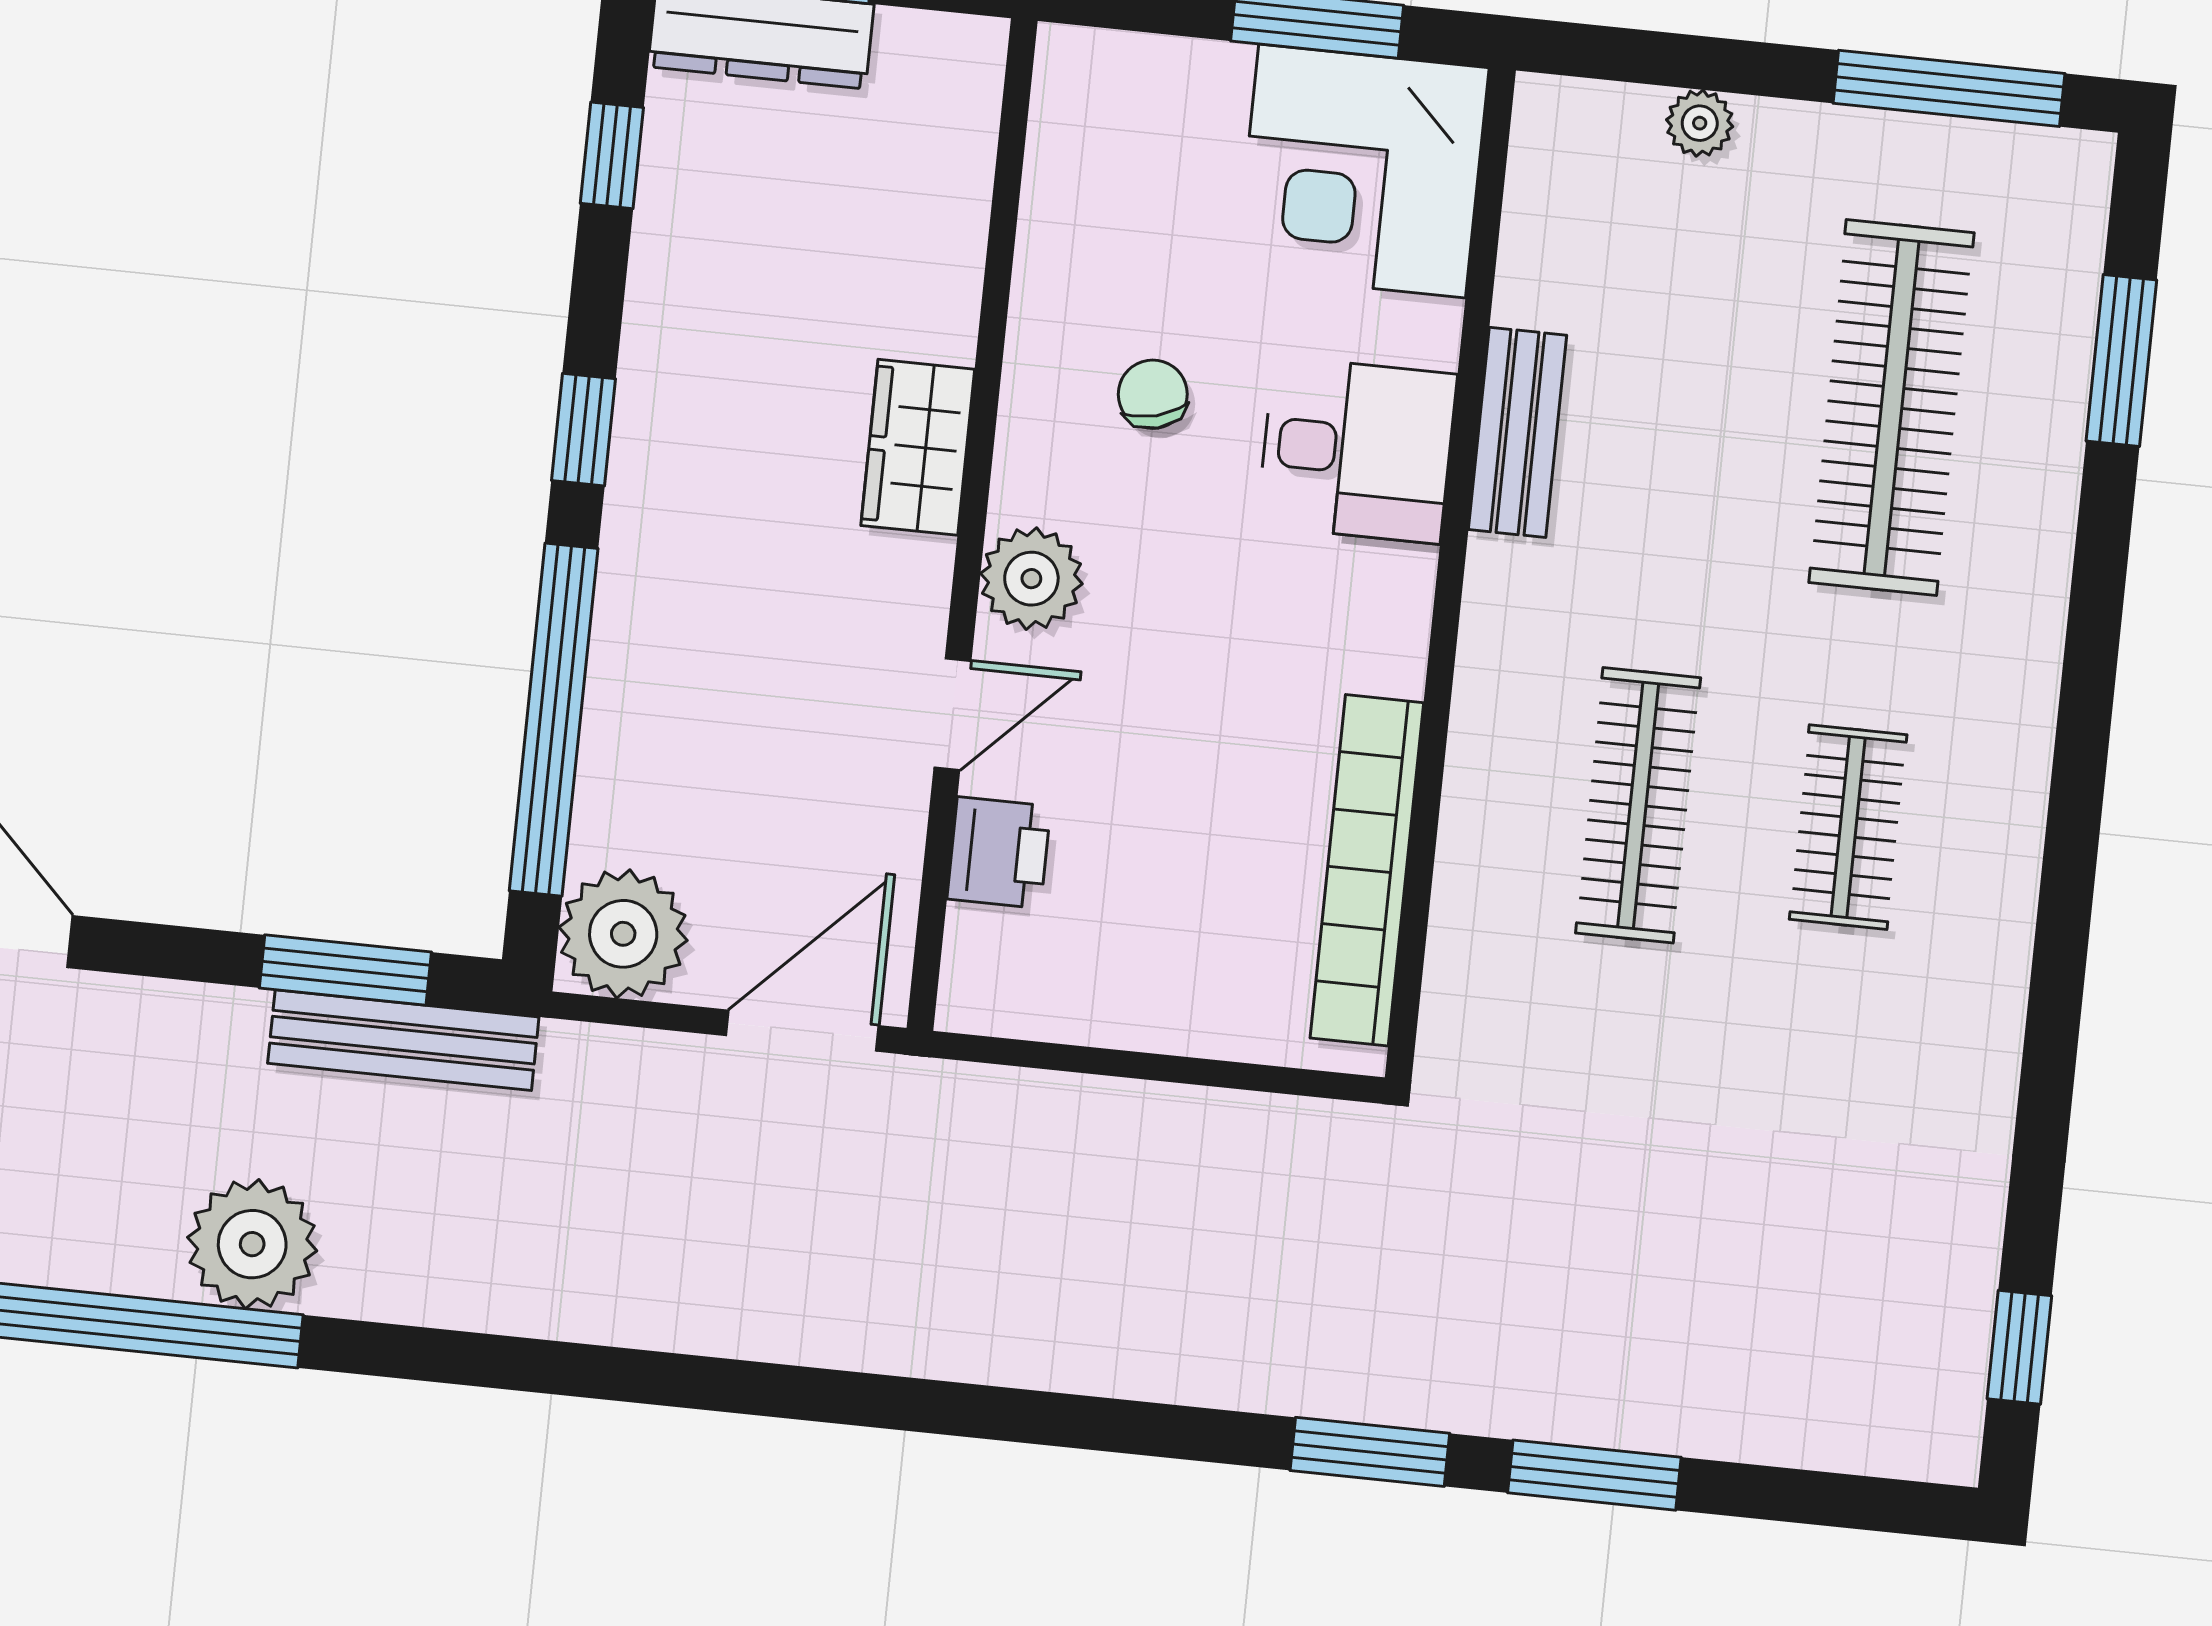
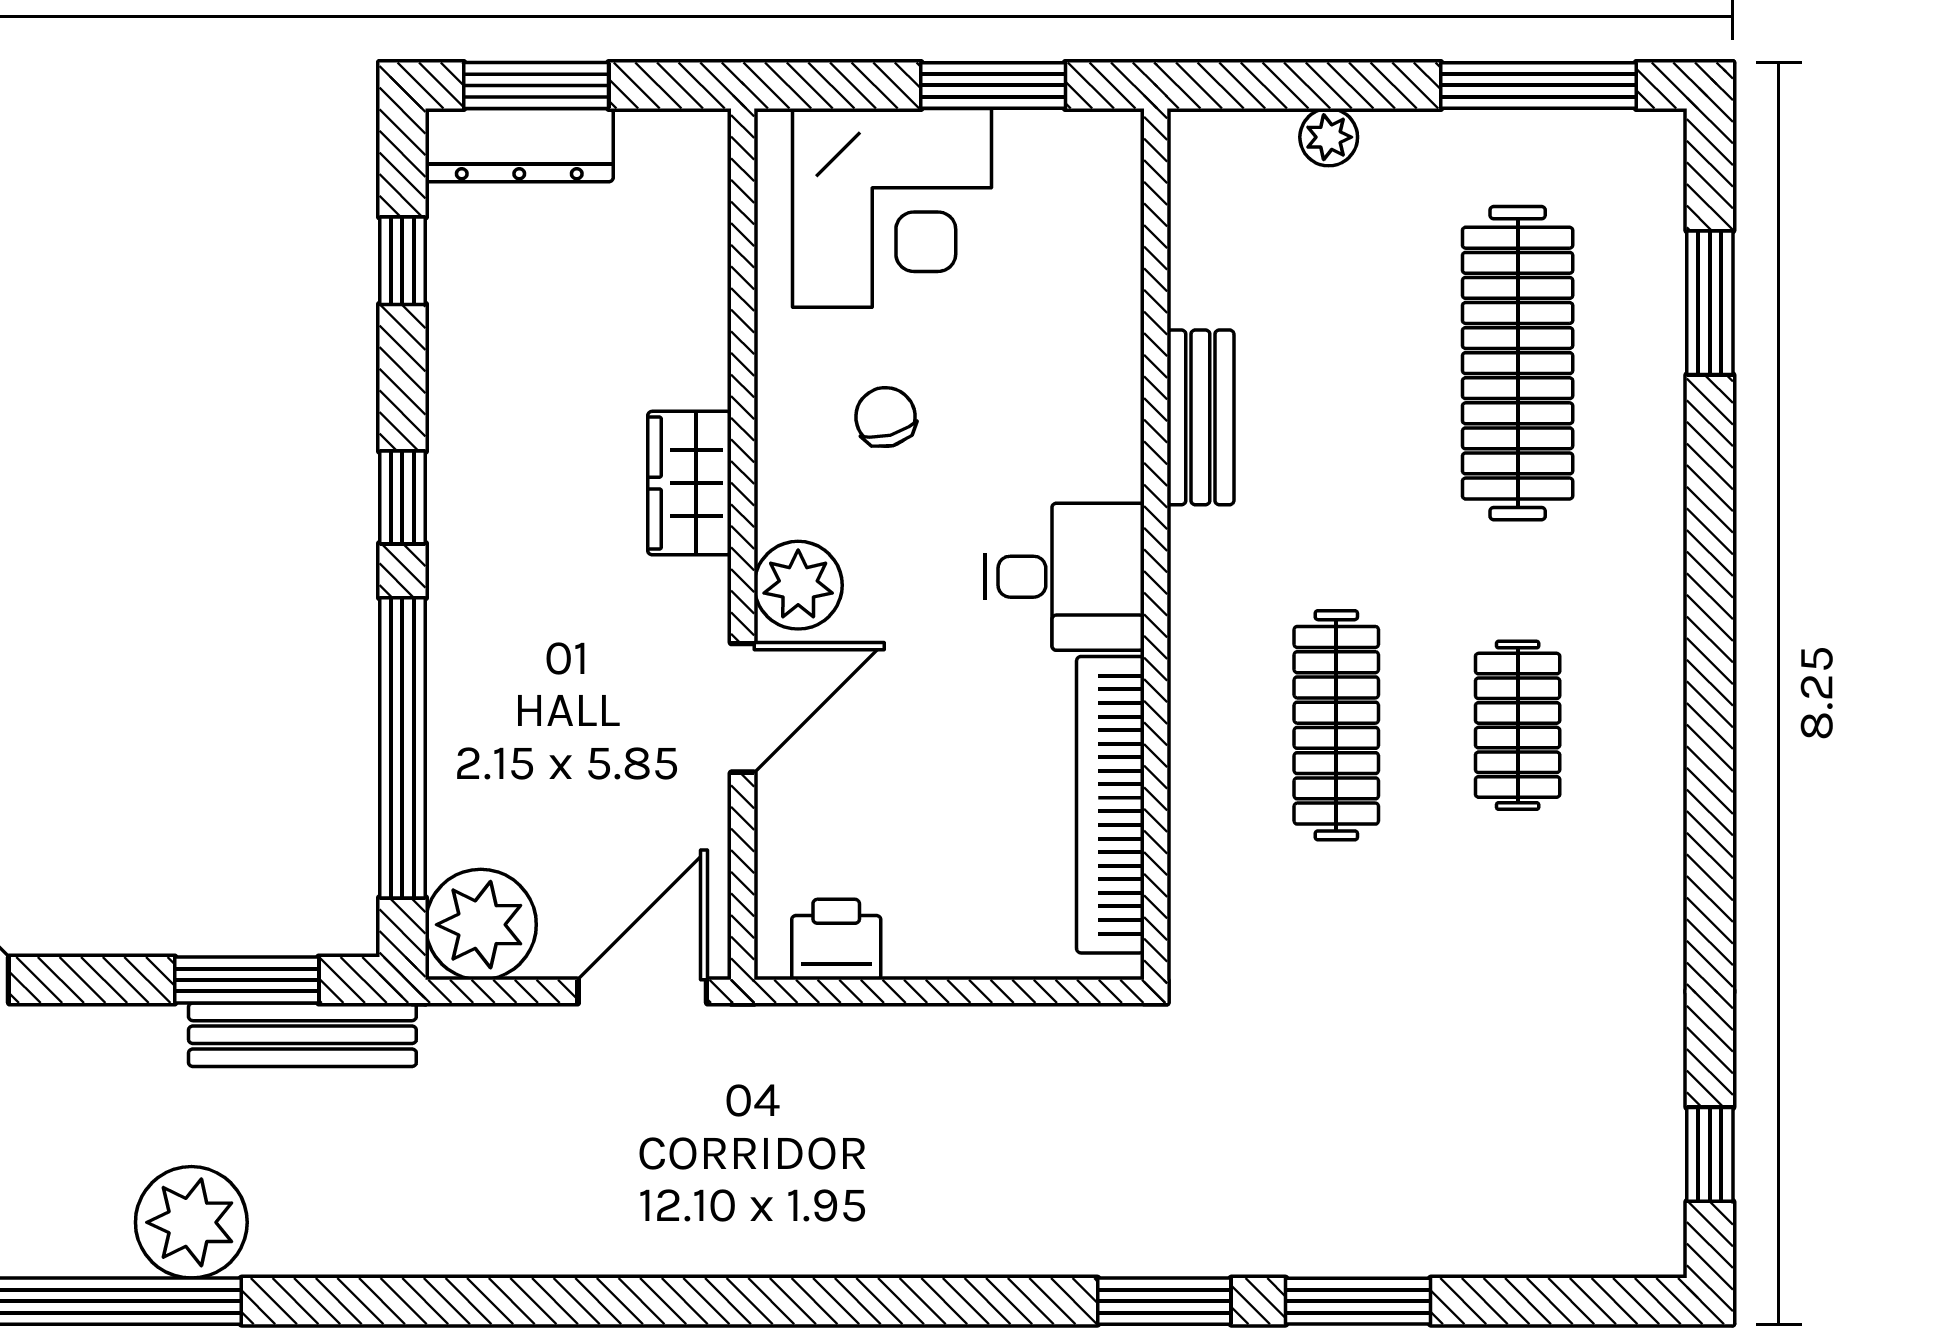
corner desk: (1362, 171) -> (892, 208), moved, turned -90
desk: (1357, 450) -> (1065, 577), moved
door: (952, 714) -> (743, 708), width x1.38
printer: (999, 853) -> (836, 940), moved, turned -90

